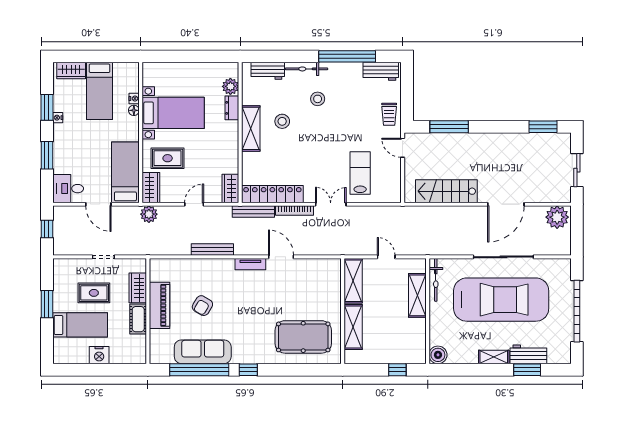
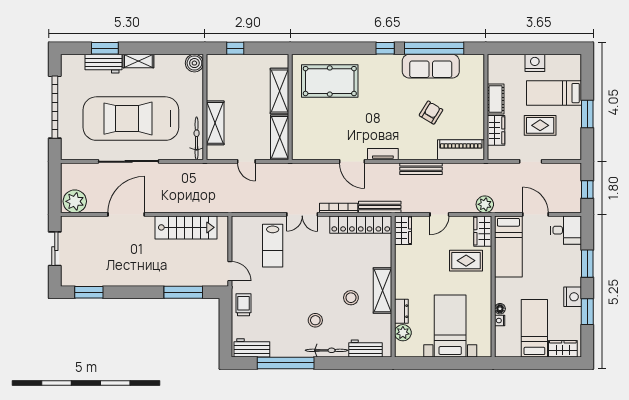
bed with nightstands: (173, 113) -> (450, 326), moved, turned 90
nightstand: (58, 118) -> (573, 297), width x1.89, depth x1.79
piano: (160, 305) -> (461, 150), moved, turned 90

